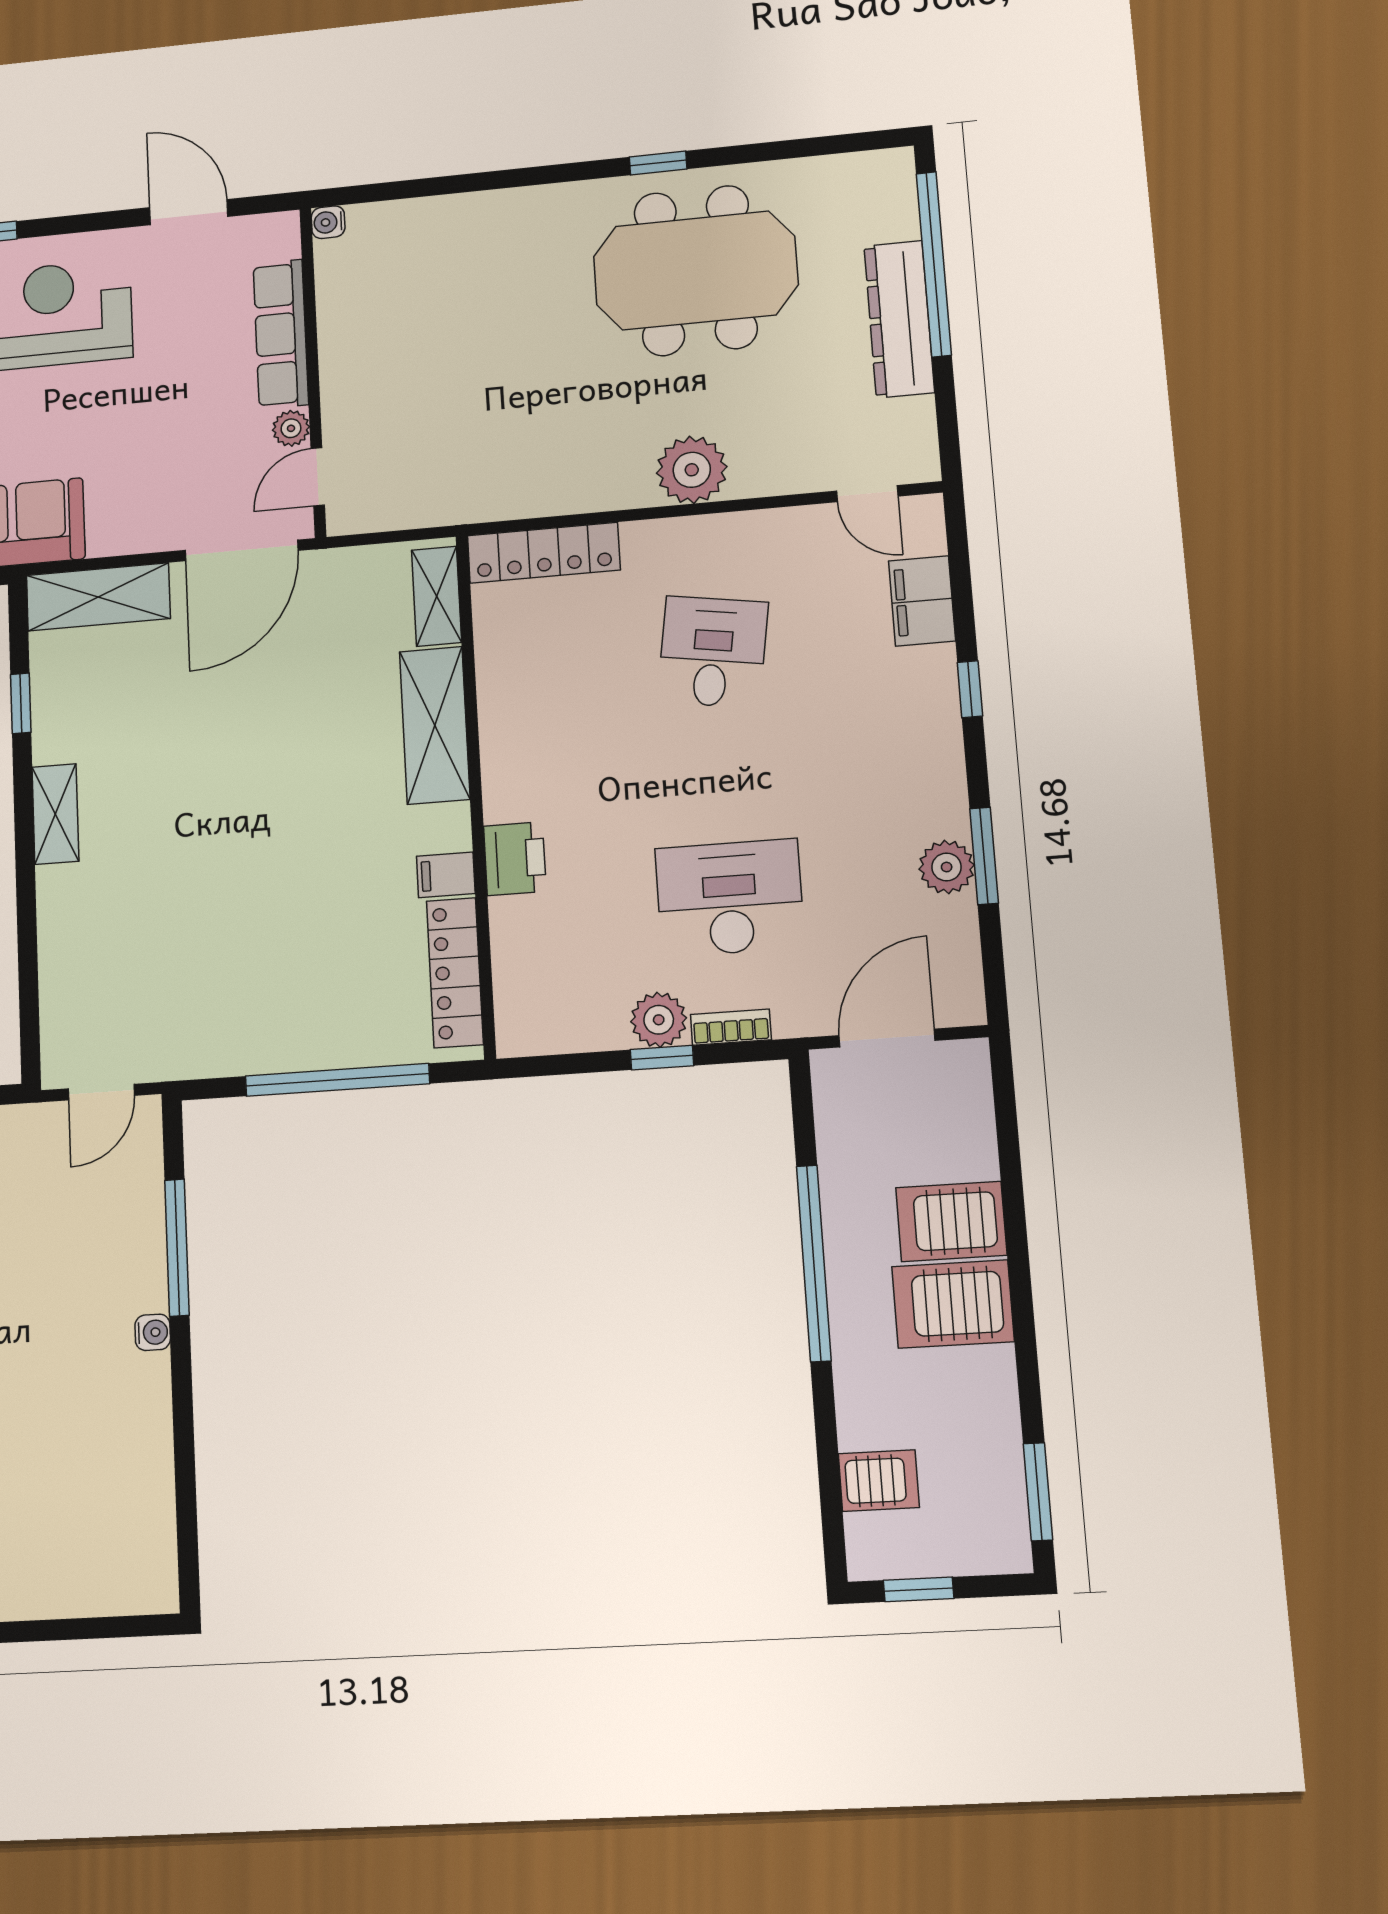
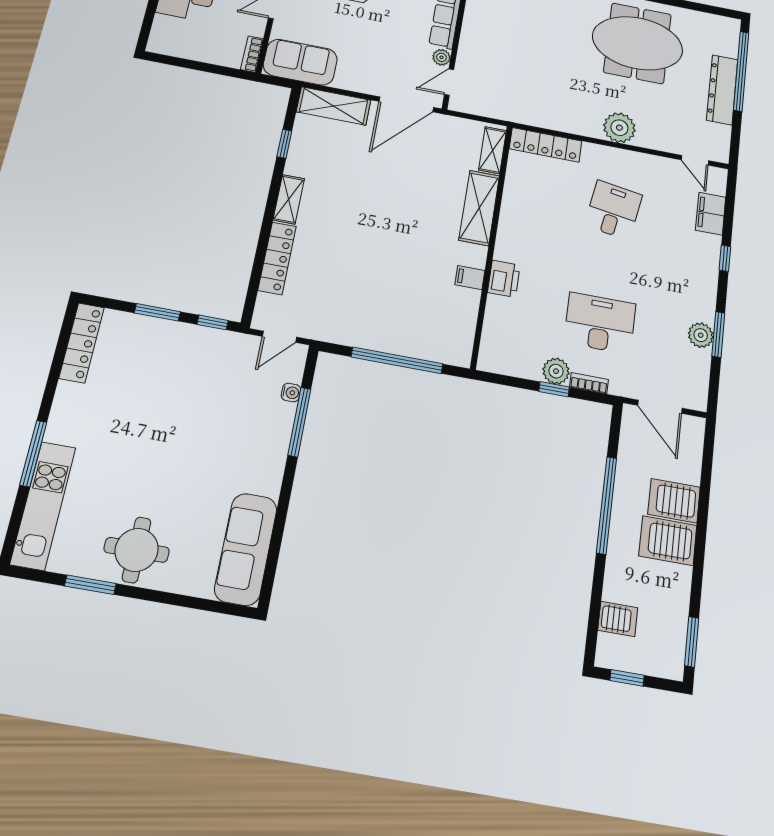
locker: (455, 973) -> (277, 258), moved, turned 180
door: (887, 1038) -> (660, 407), swing flipped
water cooler: (153, 1332) -> (291, 393), moved
sofa: (133, 1510) -> (246, 549), added

